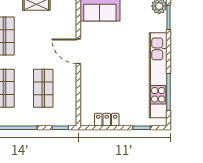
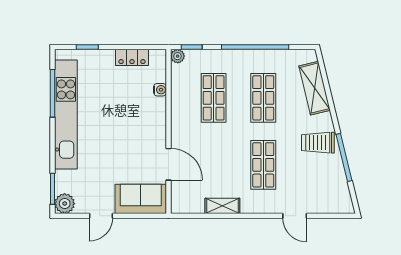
door: (78, 51) -> (168, 164), moved
water cooler: (85, 95) -> (160, 90), added
plant: (71, 121) -> (178, 56), added

